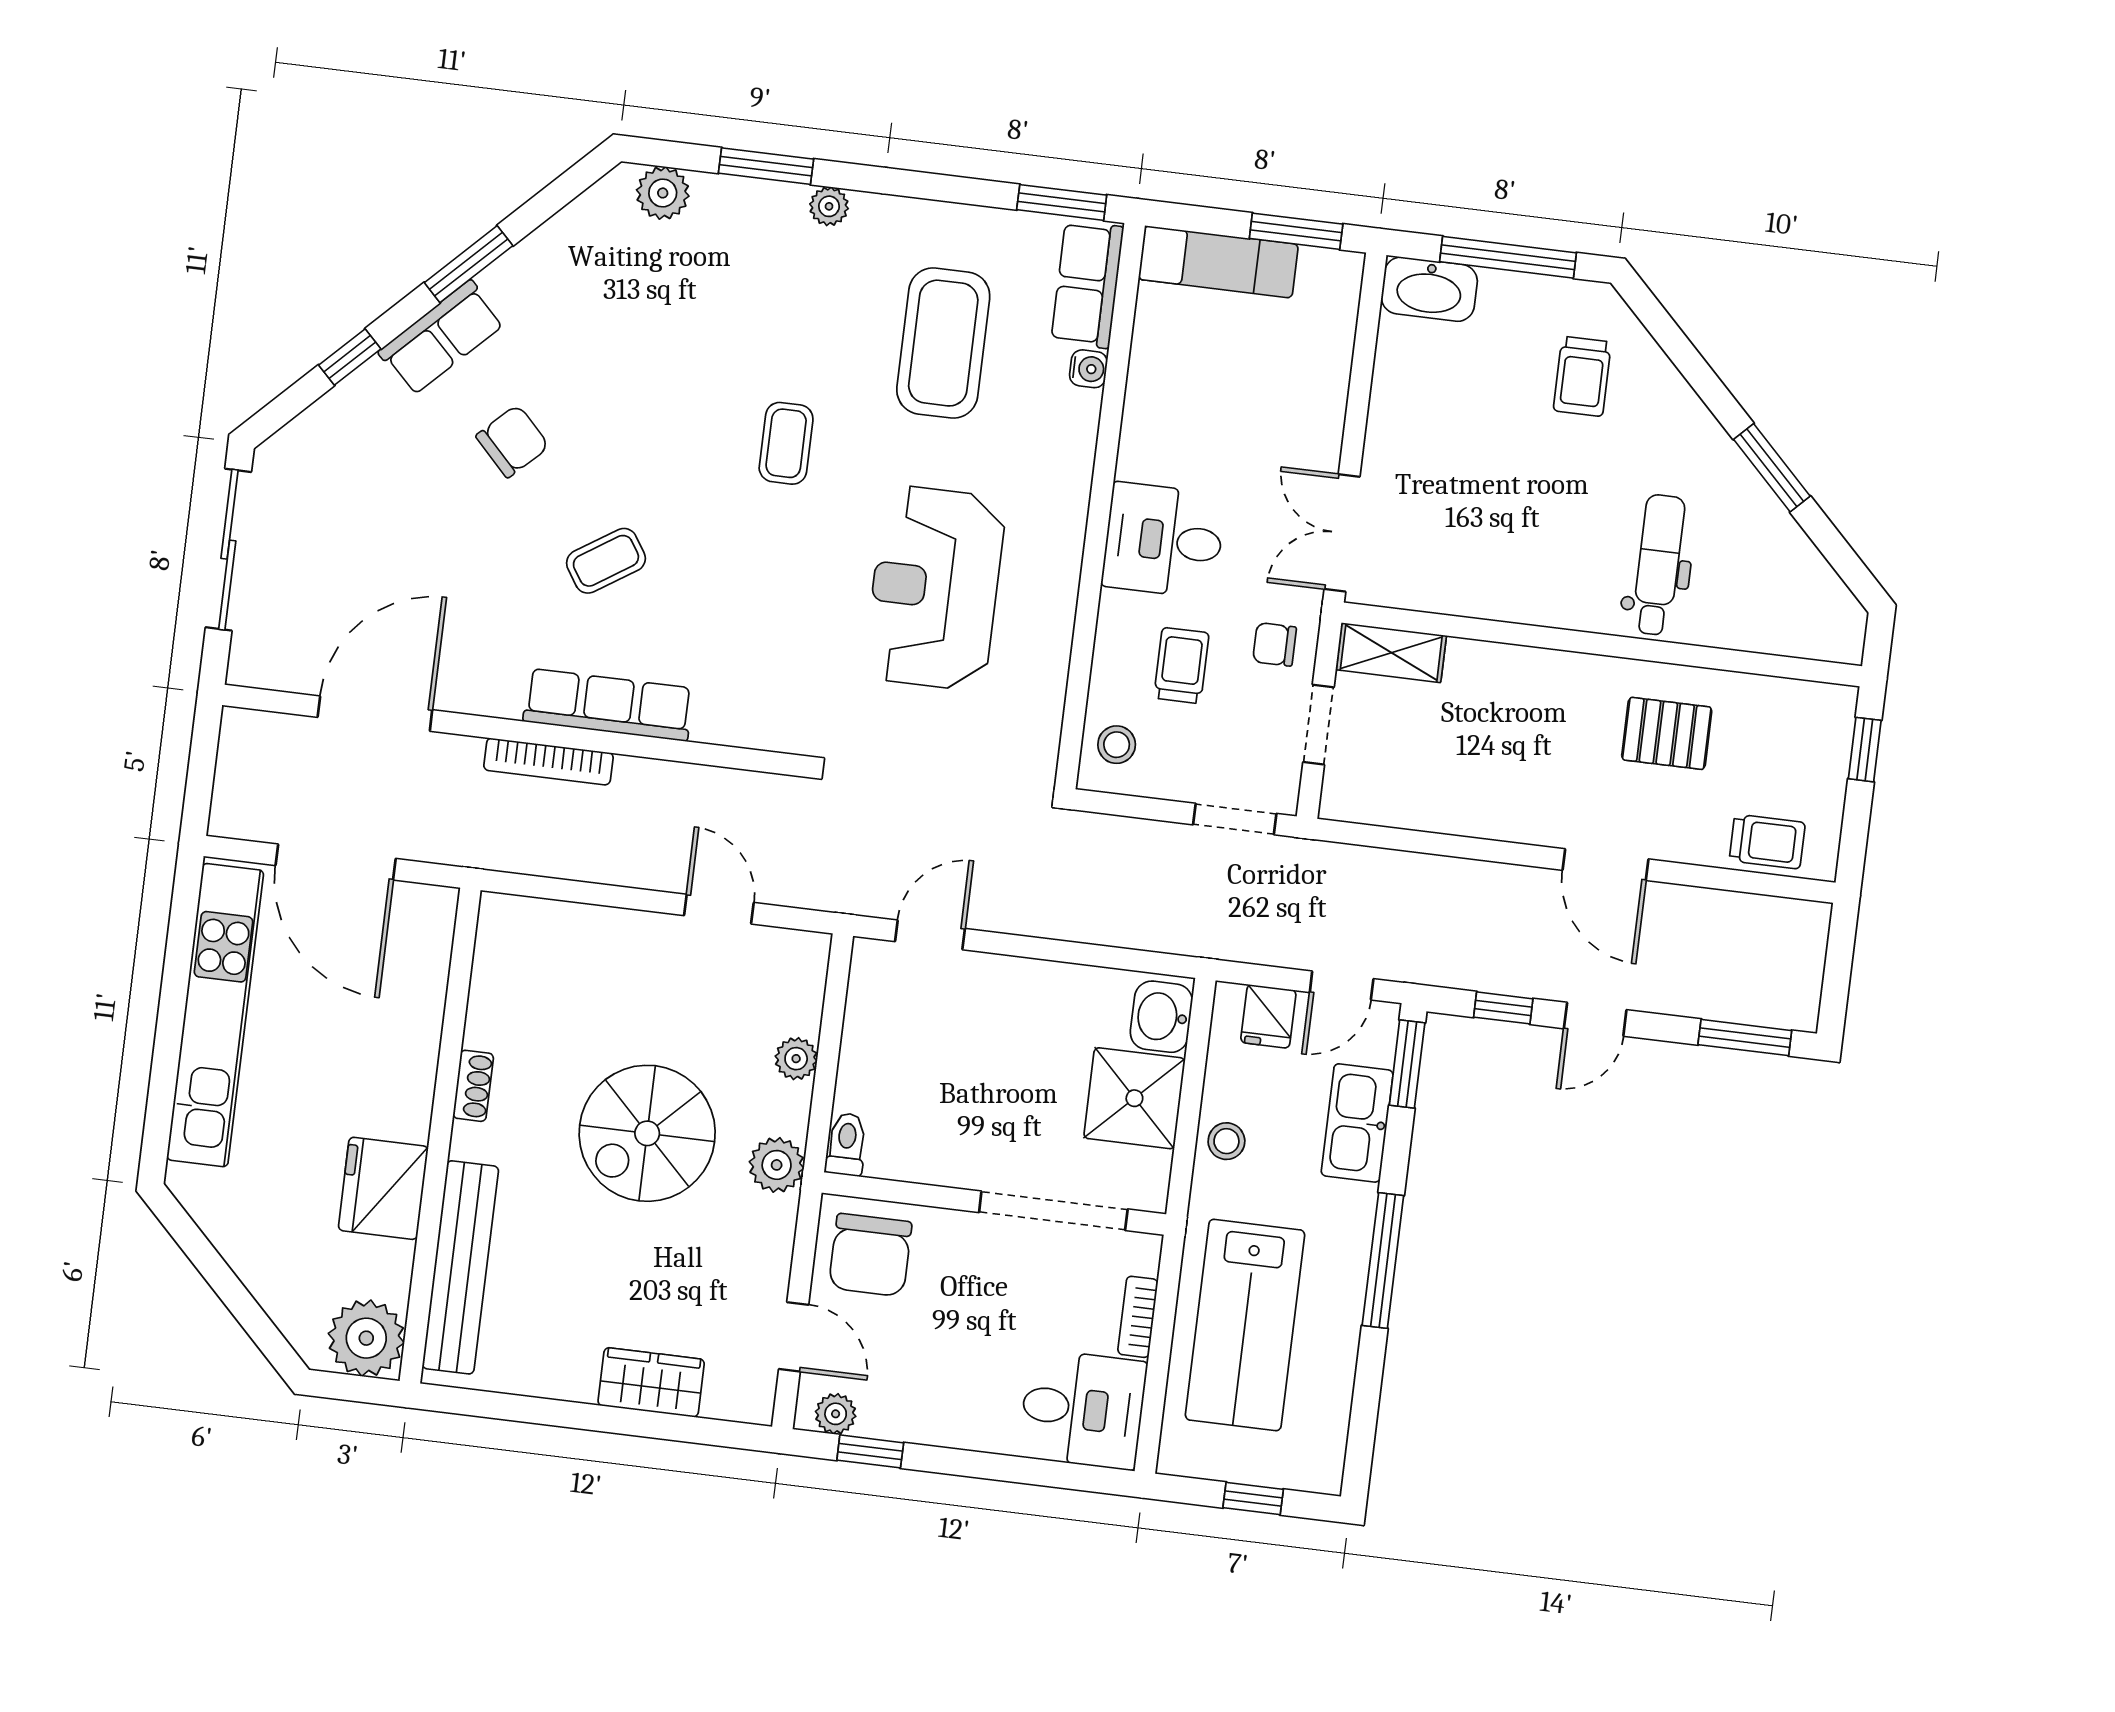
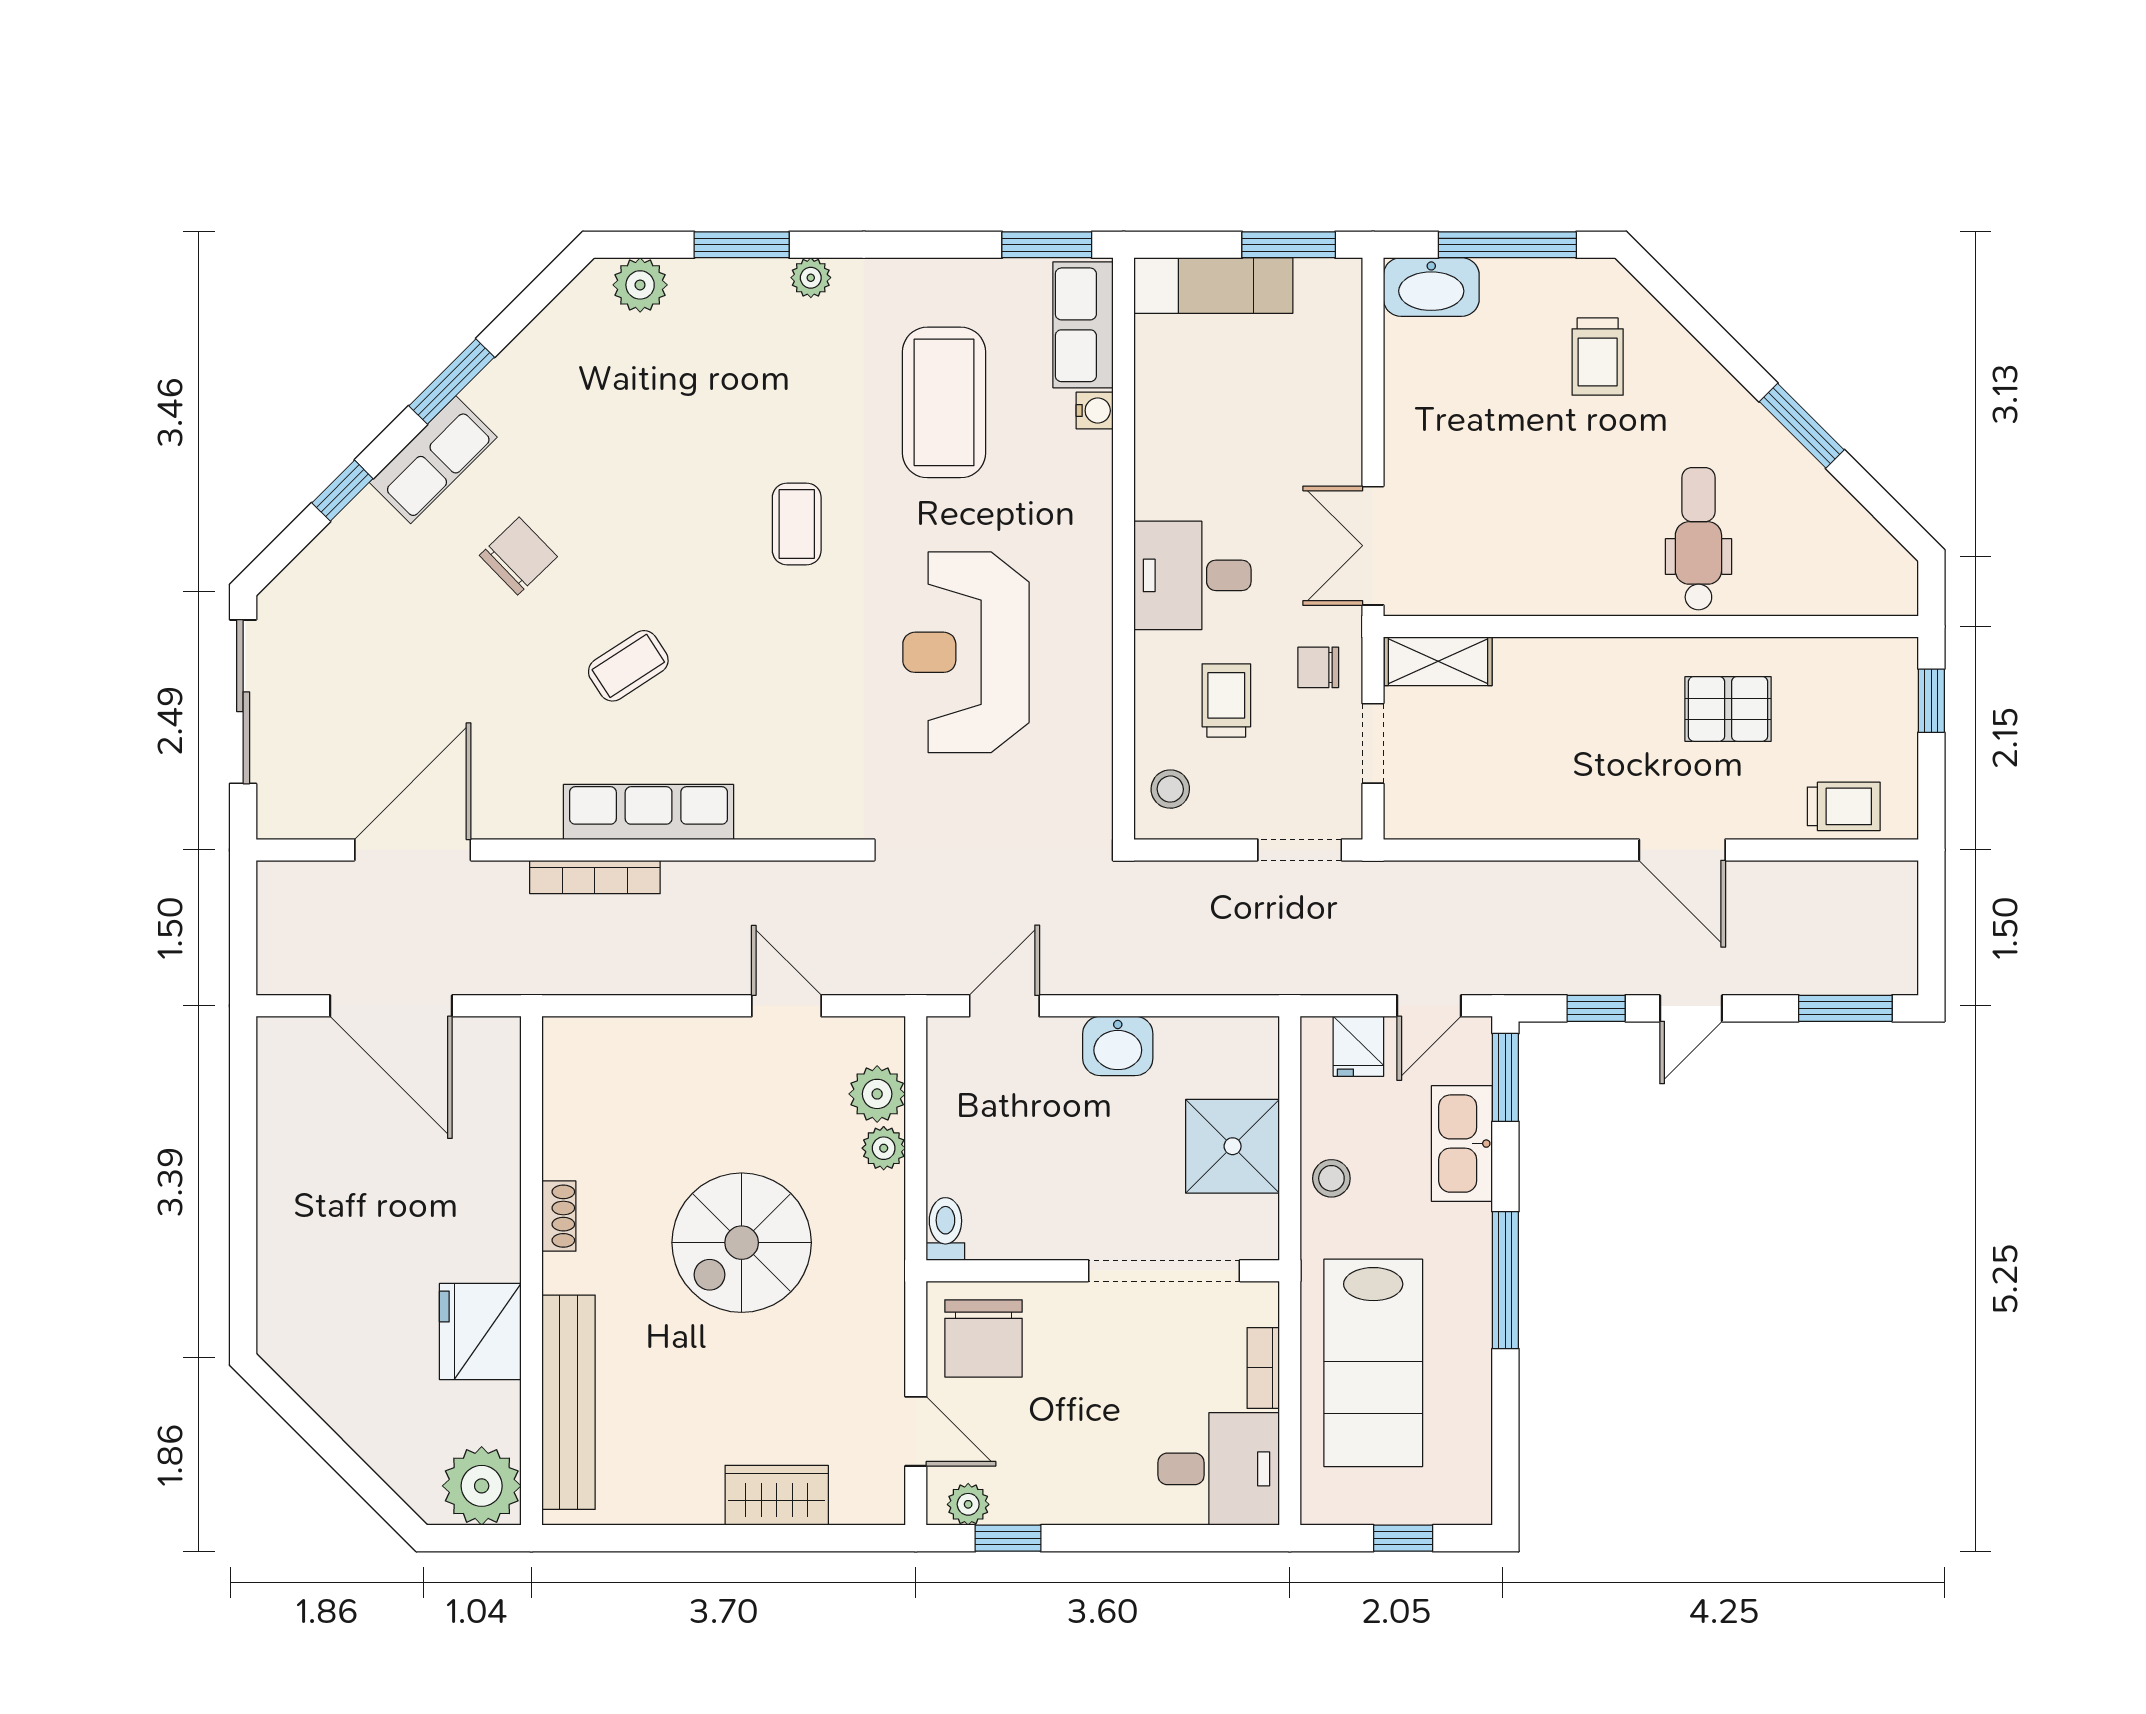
kitchen unit: (215, 1015) -> (288, 1176), removed
washbasin: (1161, 1017) -> (1118, 1046), moved, turned -90
plant: (777, 1165) -> (877, 1094), moved

